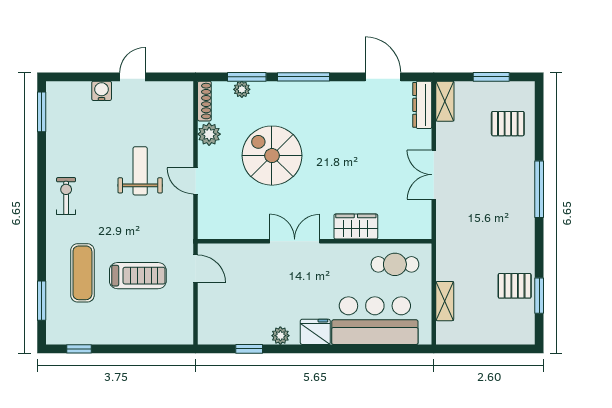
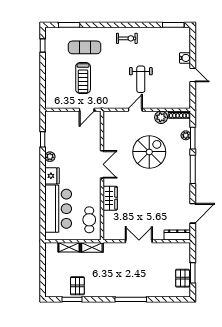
shelving: (445, 101) -> (92, 247), moved
pallet: (508, 124) -> (183, 278), moved
weight bench: (140, 171) -> (141, 79), turned 90

